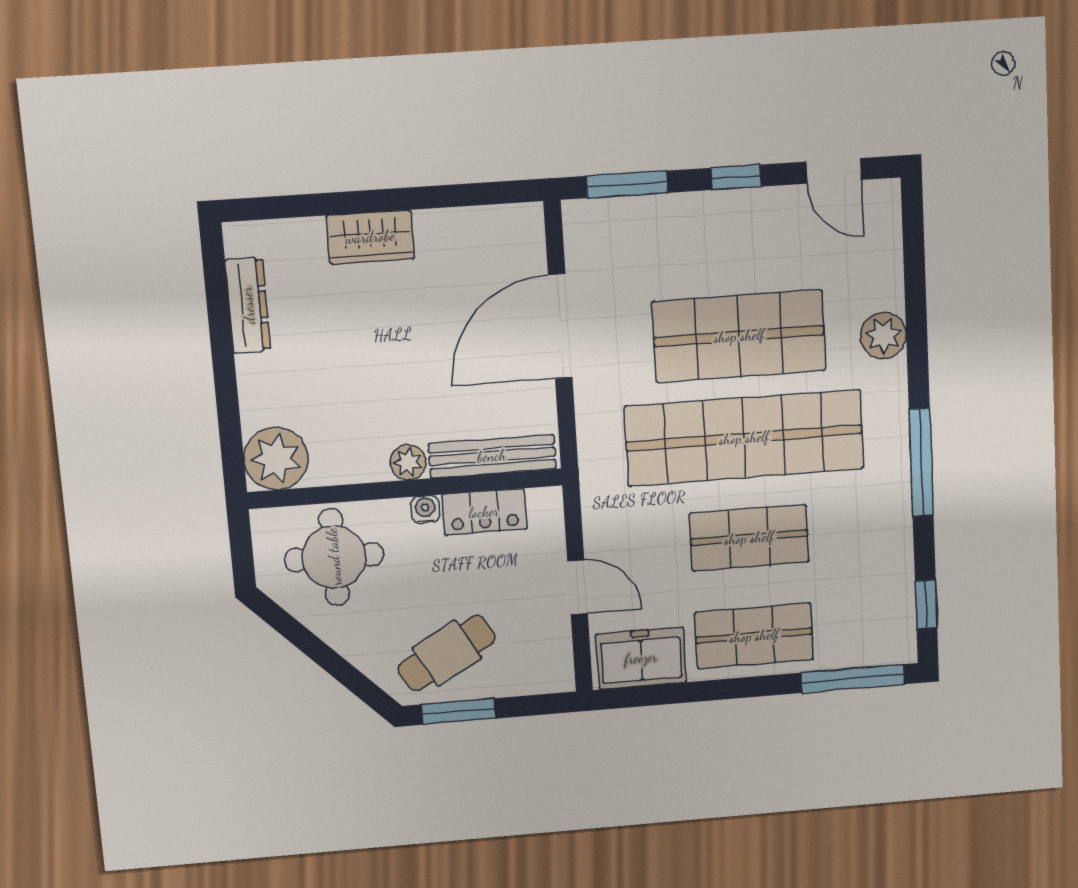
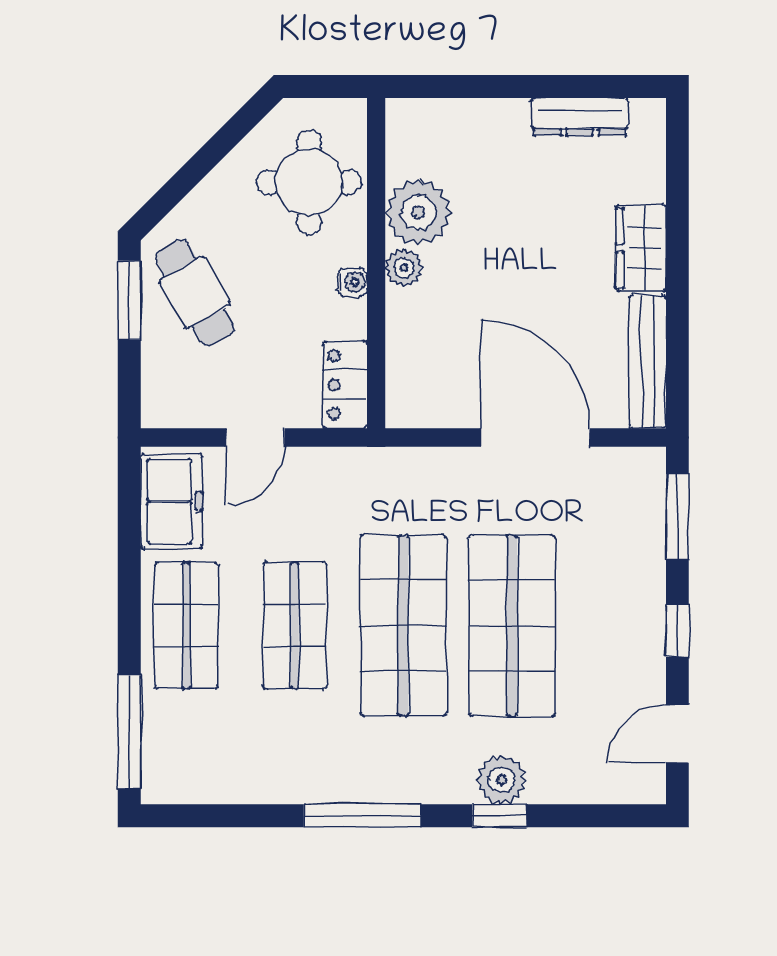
shop shelf: (744, 438) -> (403, 625), width x0.71
bench: (492, 456) -> (647, 361), moved
plant: (276, 459) -> (418, 212), moved
locker: (484, 512) -> (345, 385), moved
window: (926, 604) -> (500, 816), moved

